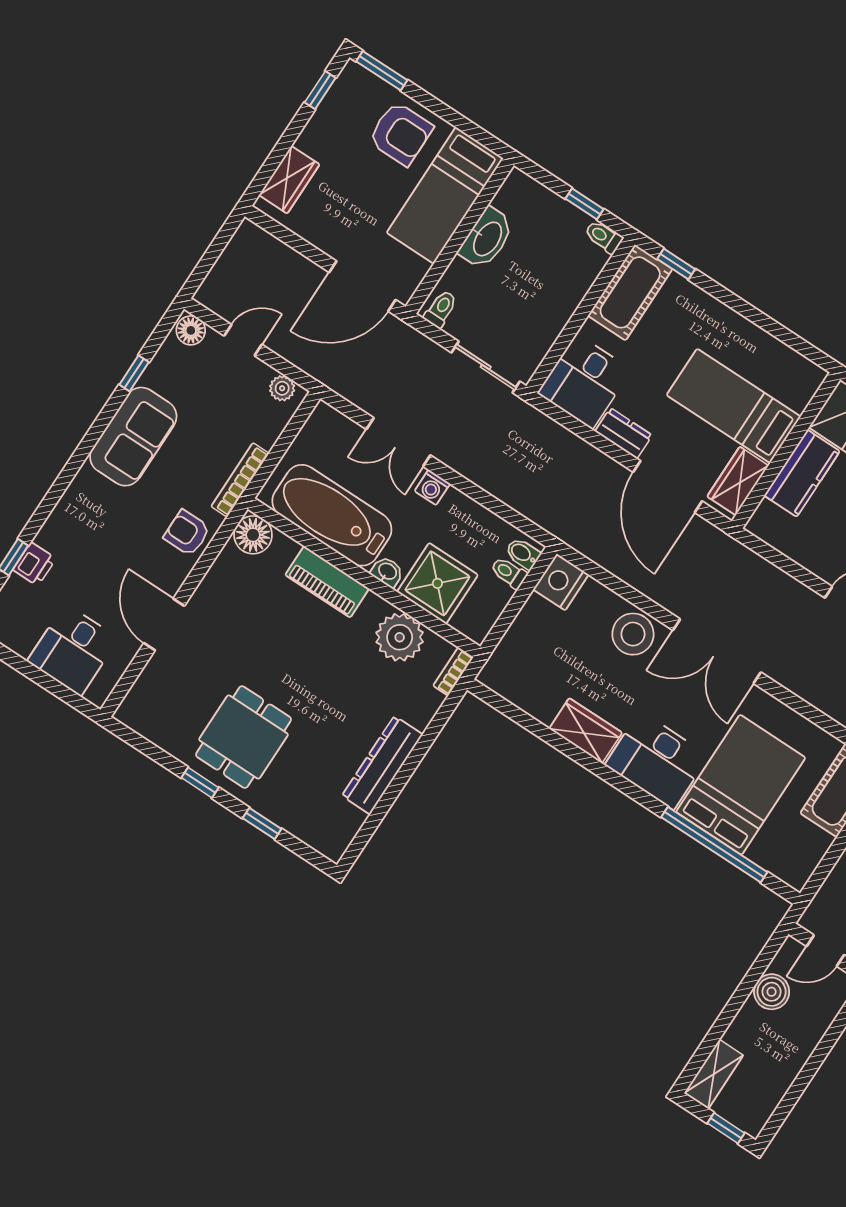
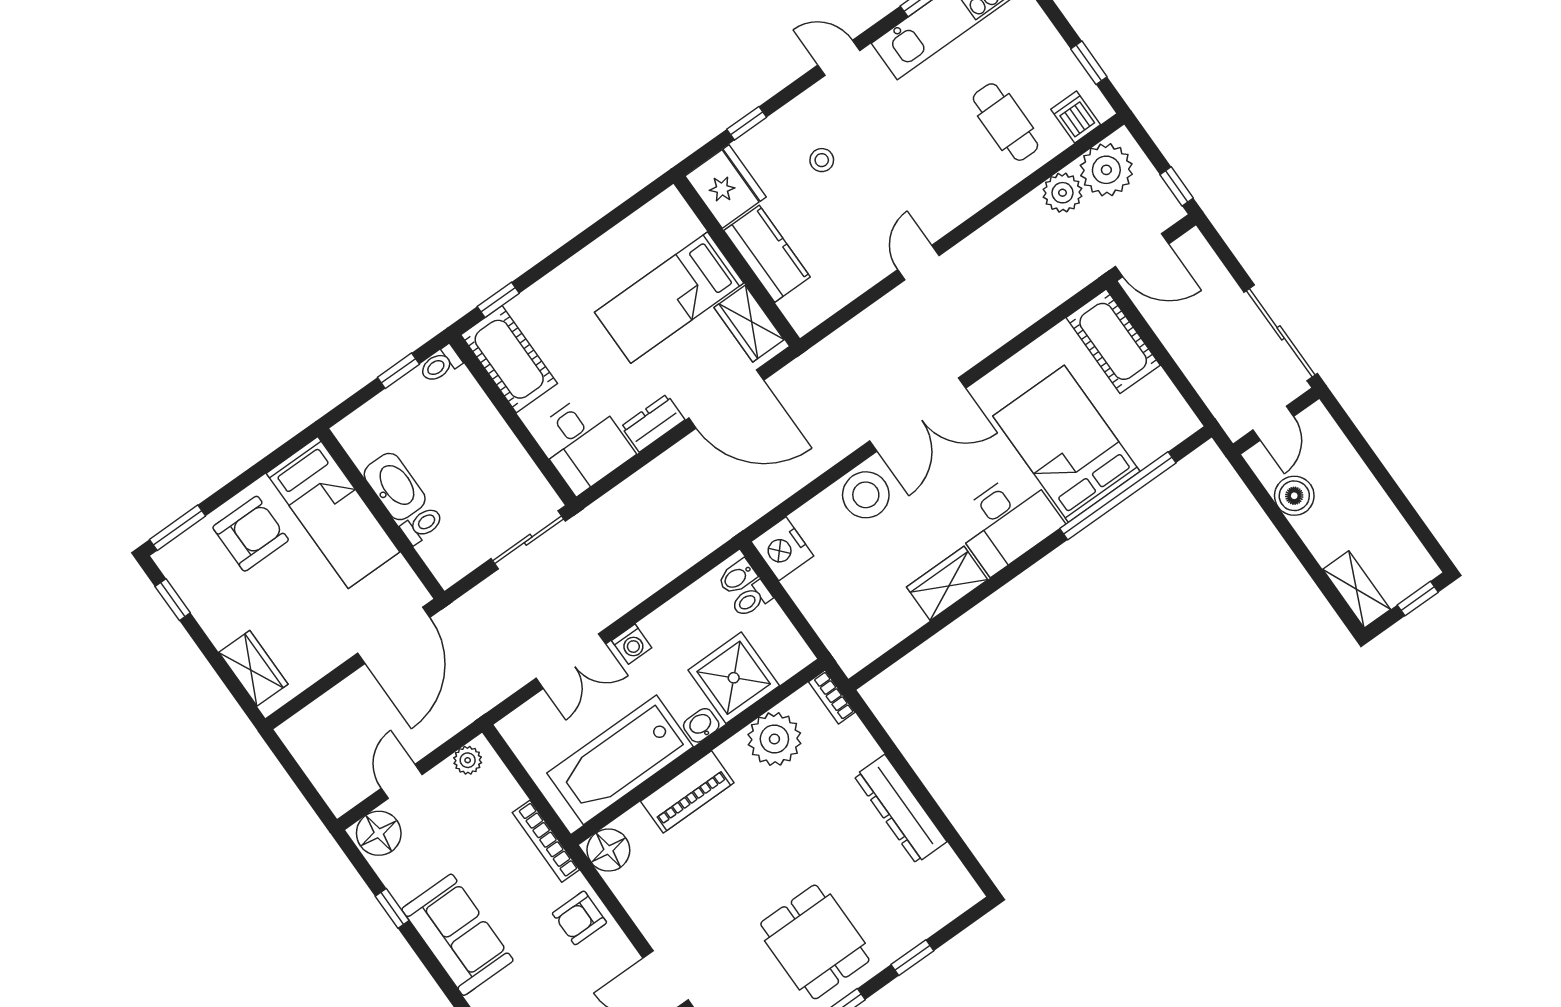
toilet: (441, 309) -> (422, 525), moved, turned 90
floor lamp: (191, 330) -> (379, 833), width x1.38, depth x1.38

